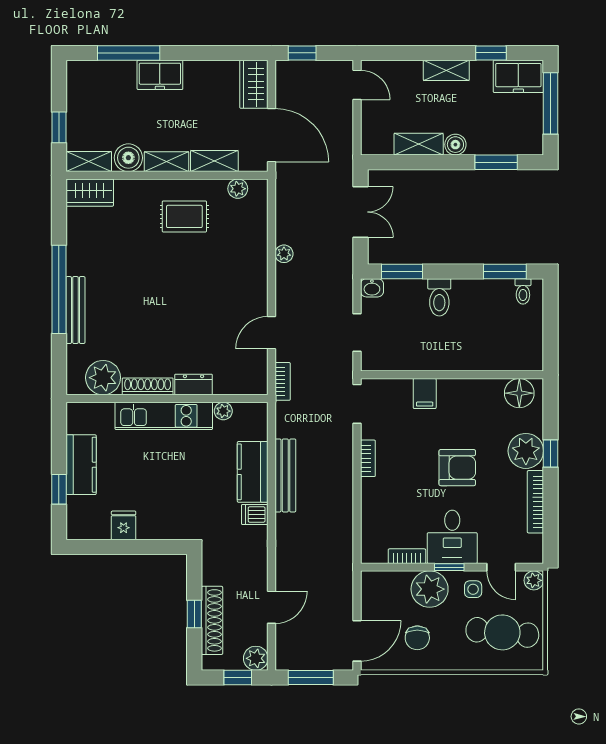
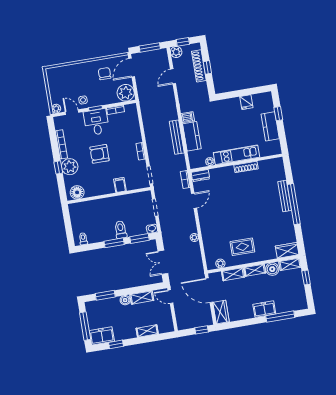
shelving: (446, 70) -> (147, 331), moved
door: (357, 85) -> (170, 297), moved
window: (505, 271) -> (114, 243), moved
plant: (103, 378) -> (267, 167), removed
dresser: (194, 384) -> (201, 176), moved
plant: (430, 589) -> (126, 93), moved
cafe table: (502, 632) -> (66, 83), removed

